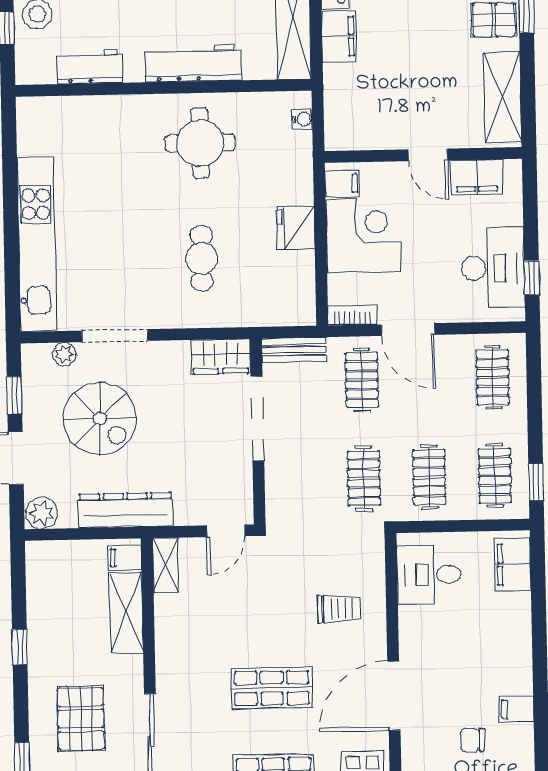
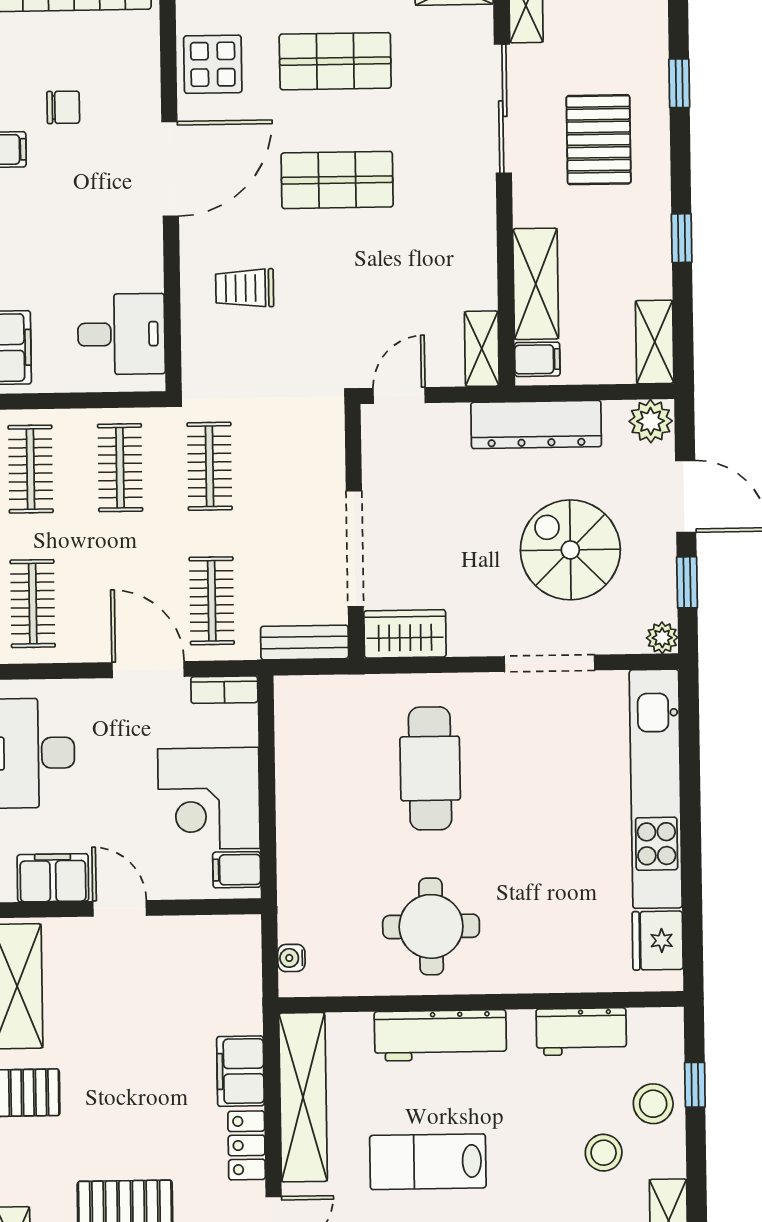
fridge: (296, 228) -> (658, 941), moved, turned 180
cafe table: (202, 258) -> (430, 768), width x1.37, depth x1.35
plant: (64, 354) -> (662, 638), moved
shelving: (39, 571) -> (655, 342), added

